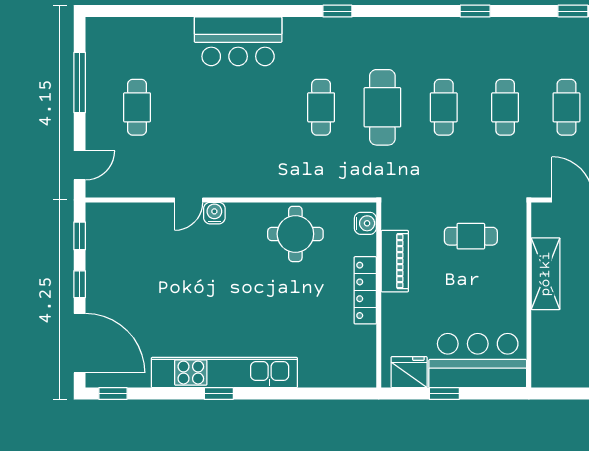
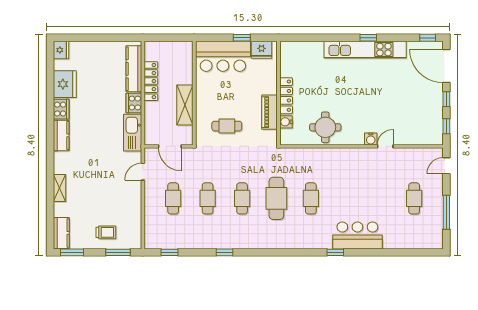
window: (337, 11) -> (335, 252), moved
water cooler: (365, 223) -> (286, 122), moved

